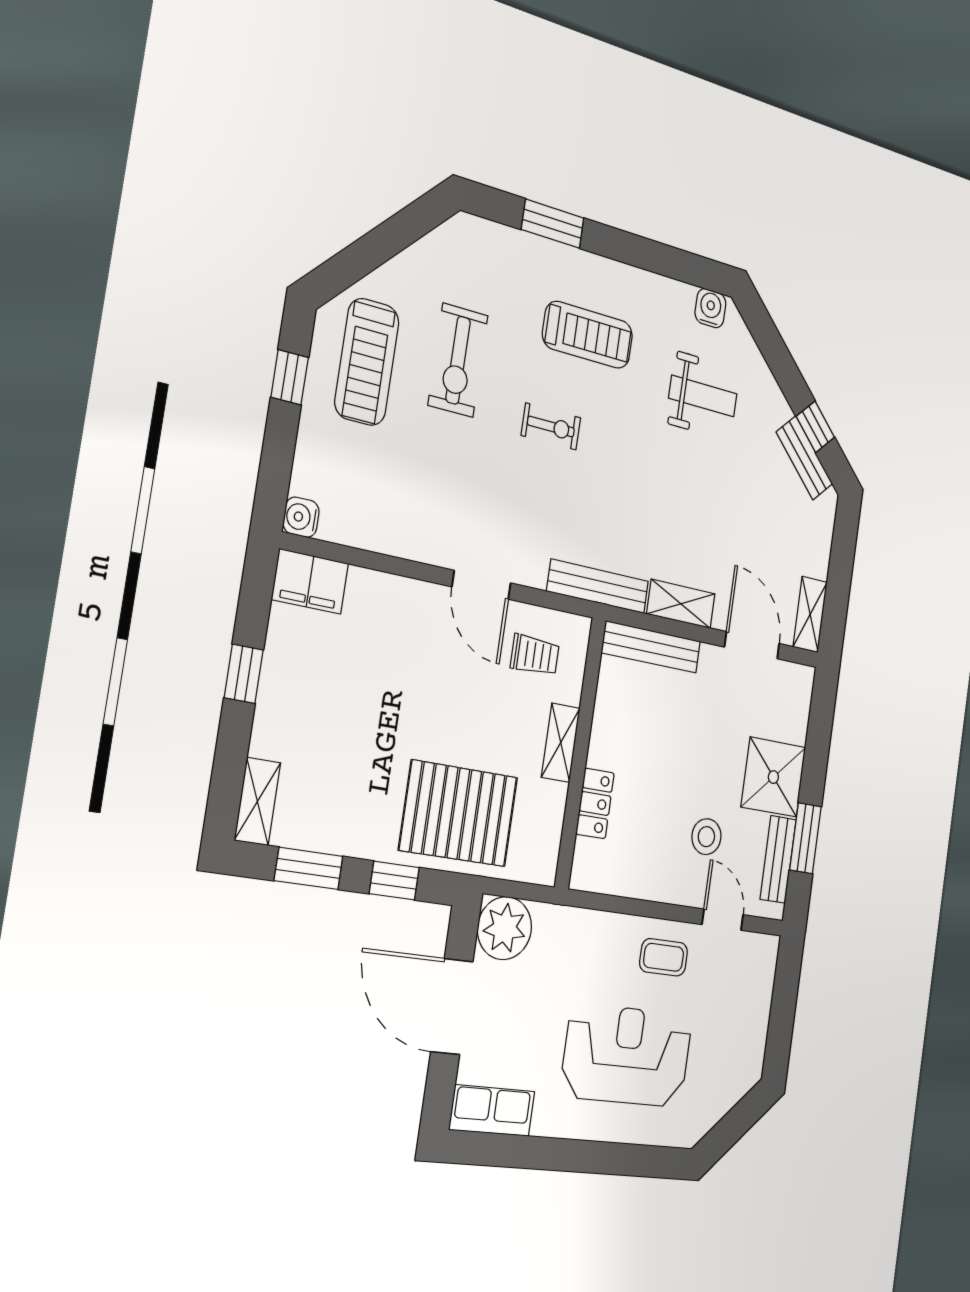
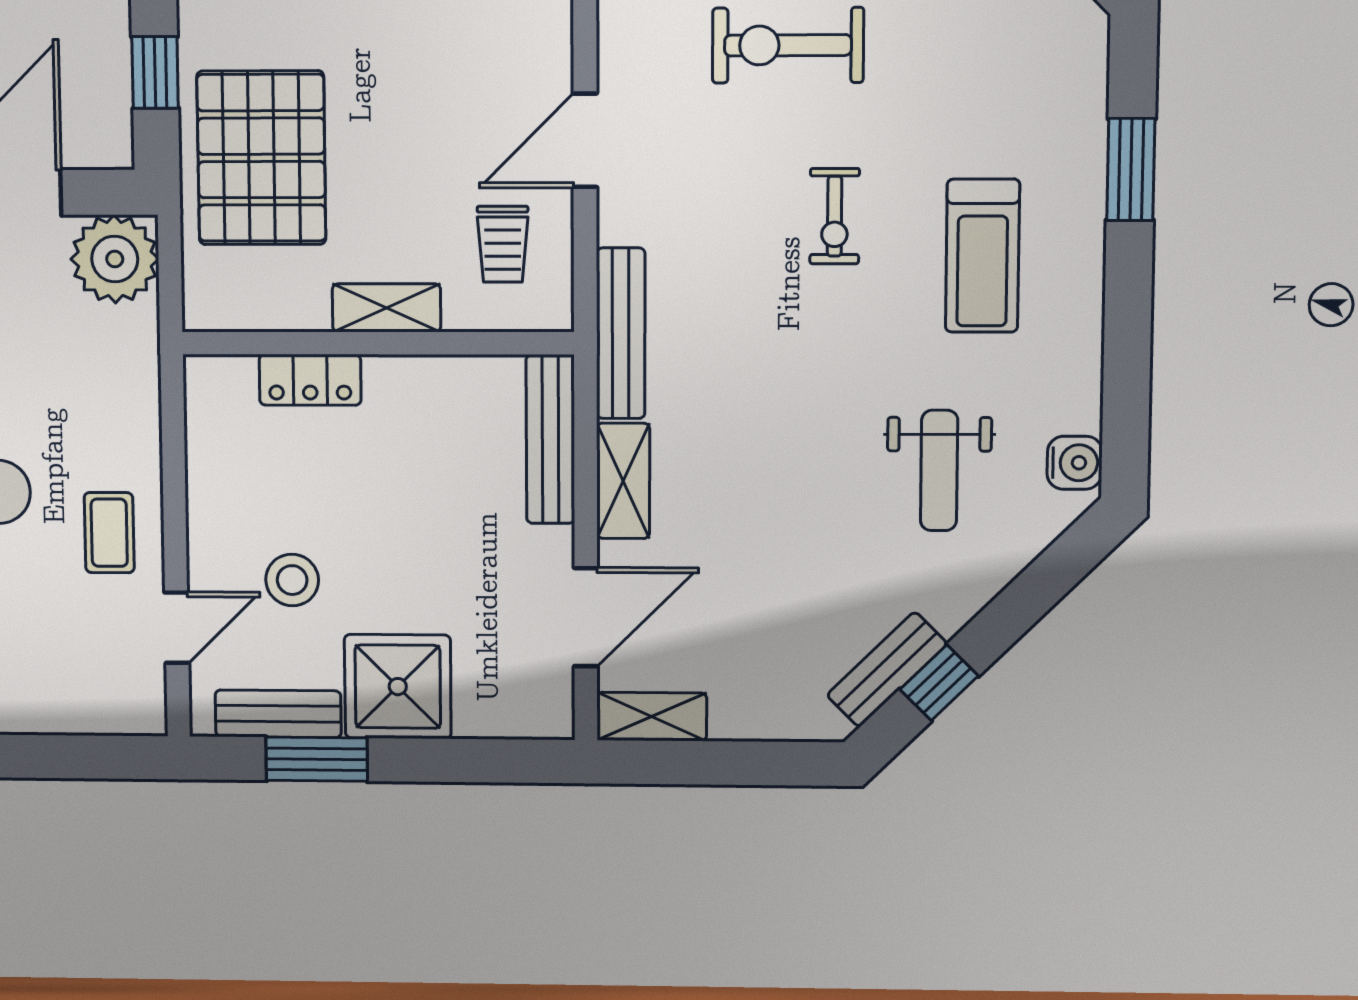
exercise bike: (458, 360) -> (788, 45), moved

